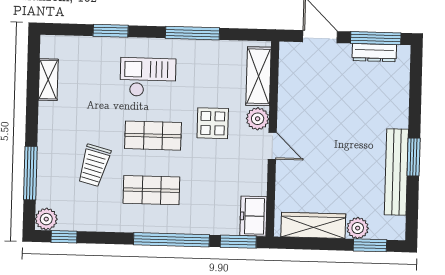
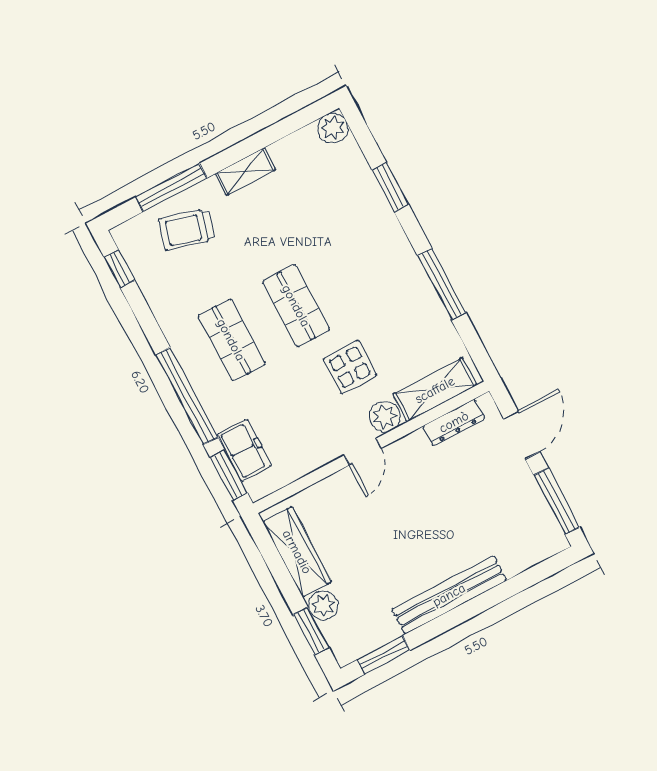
dresser: (374, 53) -> (454, 422), moved, turned -90
checkout: (148, 77) -> (361, 261), removed
shelving: (48, 80) -> (245, 172), moved
window: (414, 157) -> (384, 655), moved
trolley: (94, 165) -> (187, 229), moved
bench: (396, 172) -> (449, 595), moved
freezer: (253, 216) -> (244, 450), moved, turned 90
plant: (46, 219) -> (333, 128), moved

